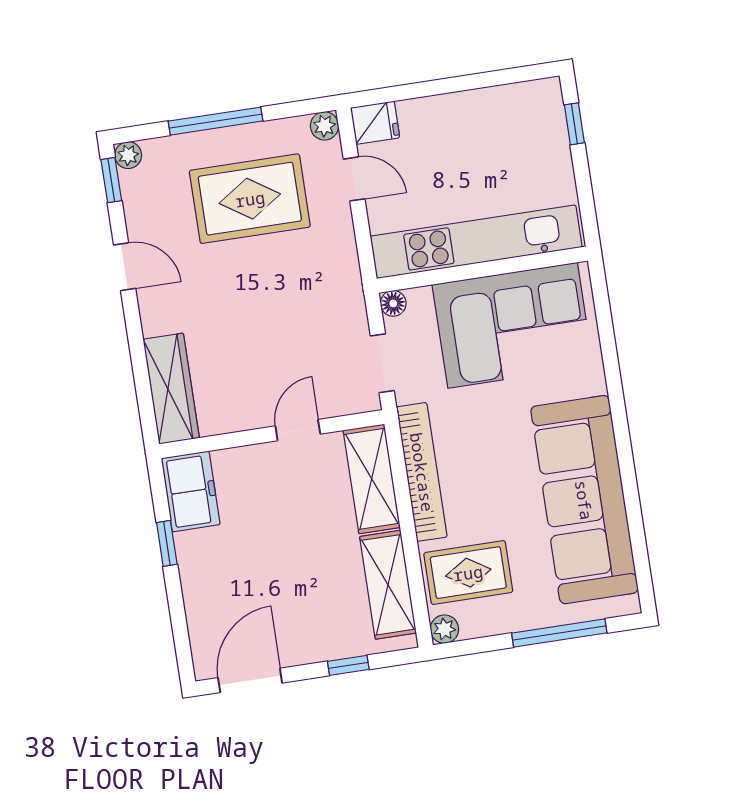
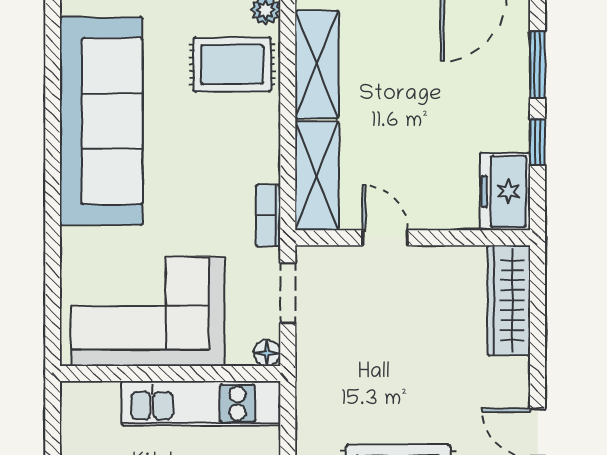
kitchen unit: (476, 242) -> (201, 403), width x0.73
door: (298, 430) -> (385, 238), swing flipped
bookcase: (422, 472) -> (268, 215), width x0.43, depth x0.76
window: (178, 617) -> (538, 65), added

